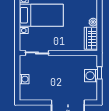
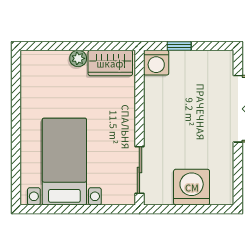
washing machine: (91, 76) -> (156, 63), moved
washing machine: (24, 79) -> (192, 187), width x1.89, depth x1.89

